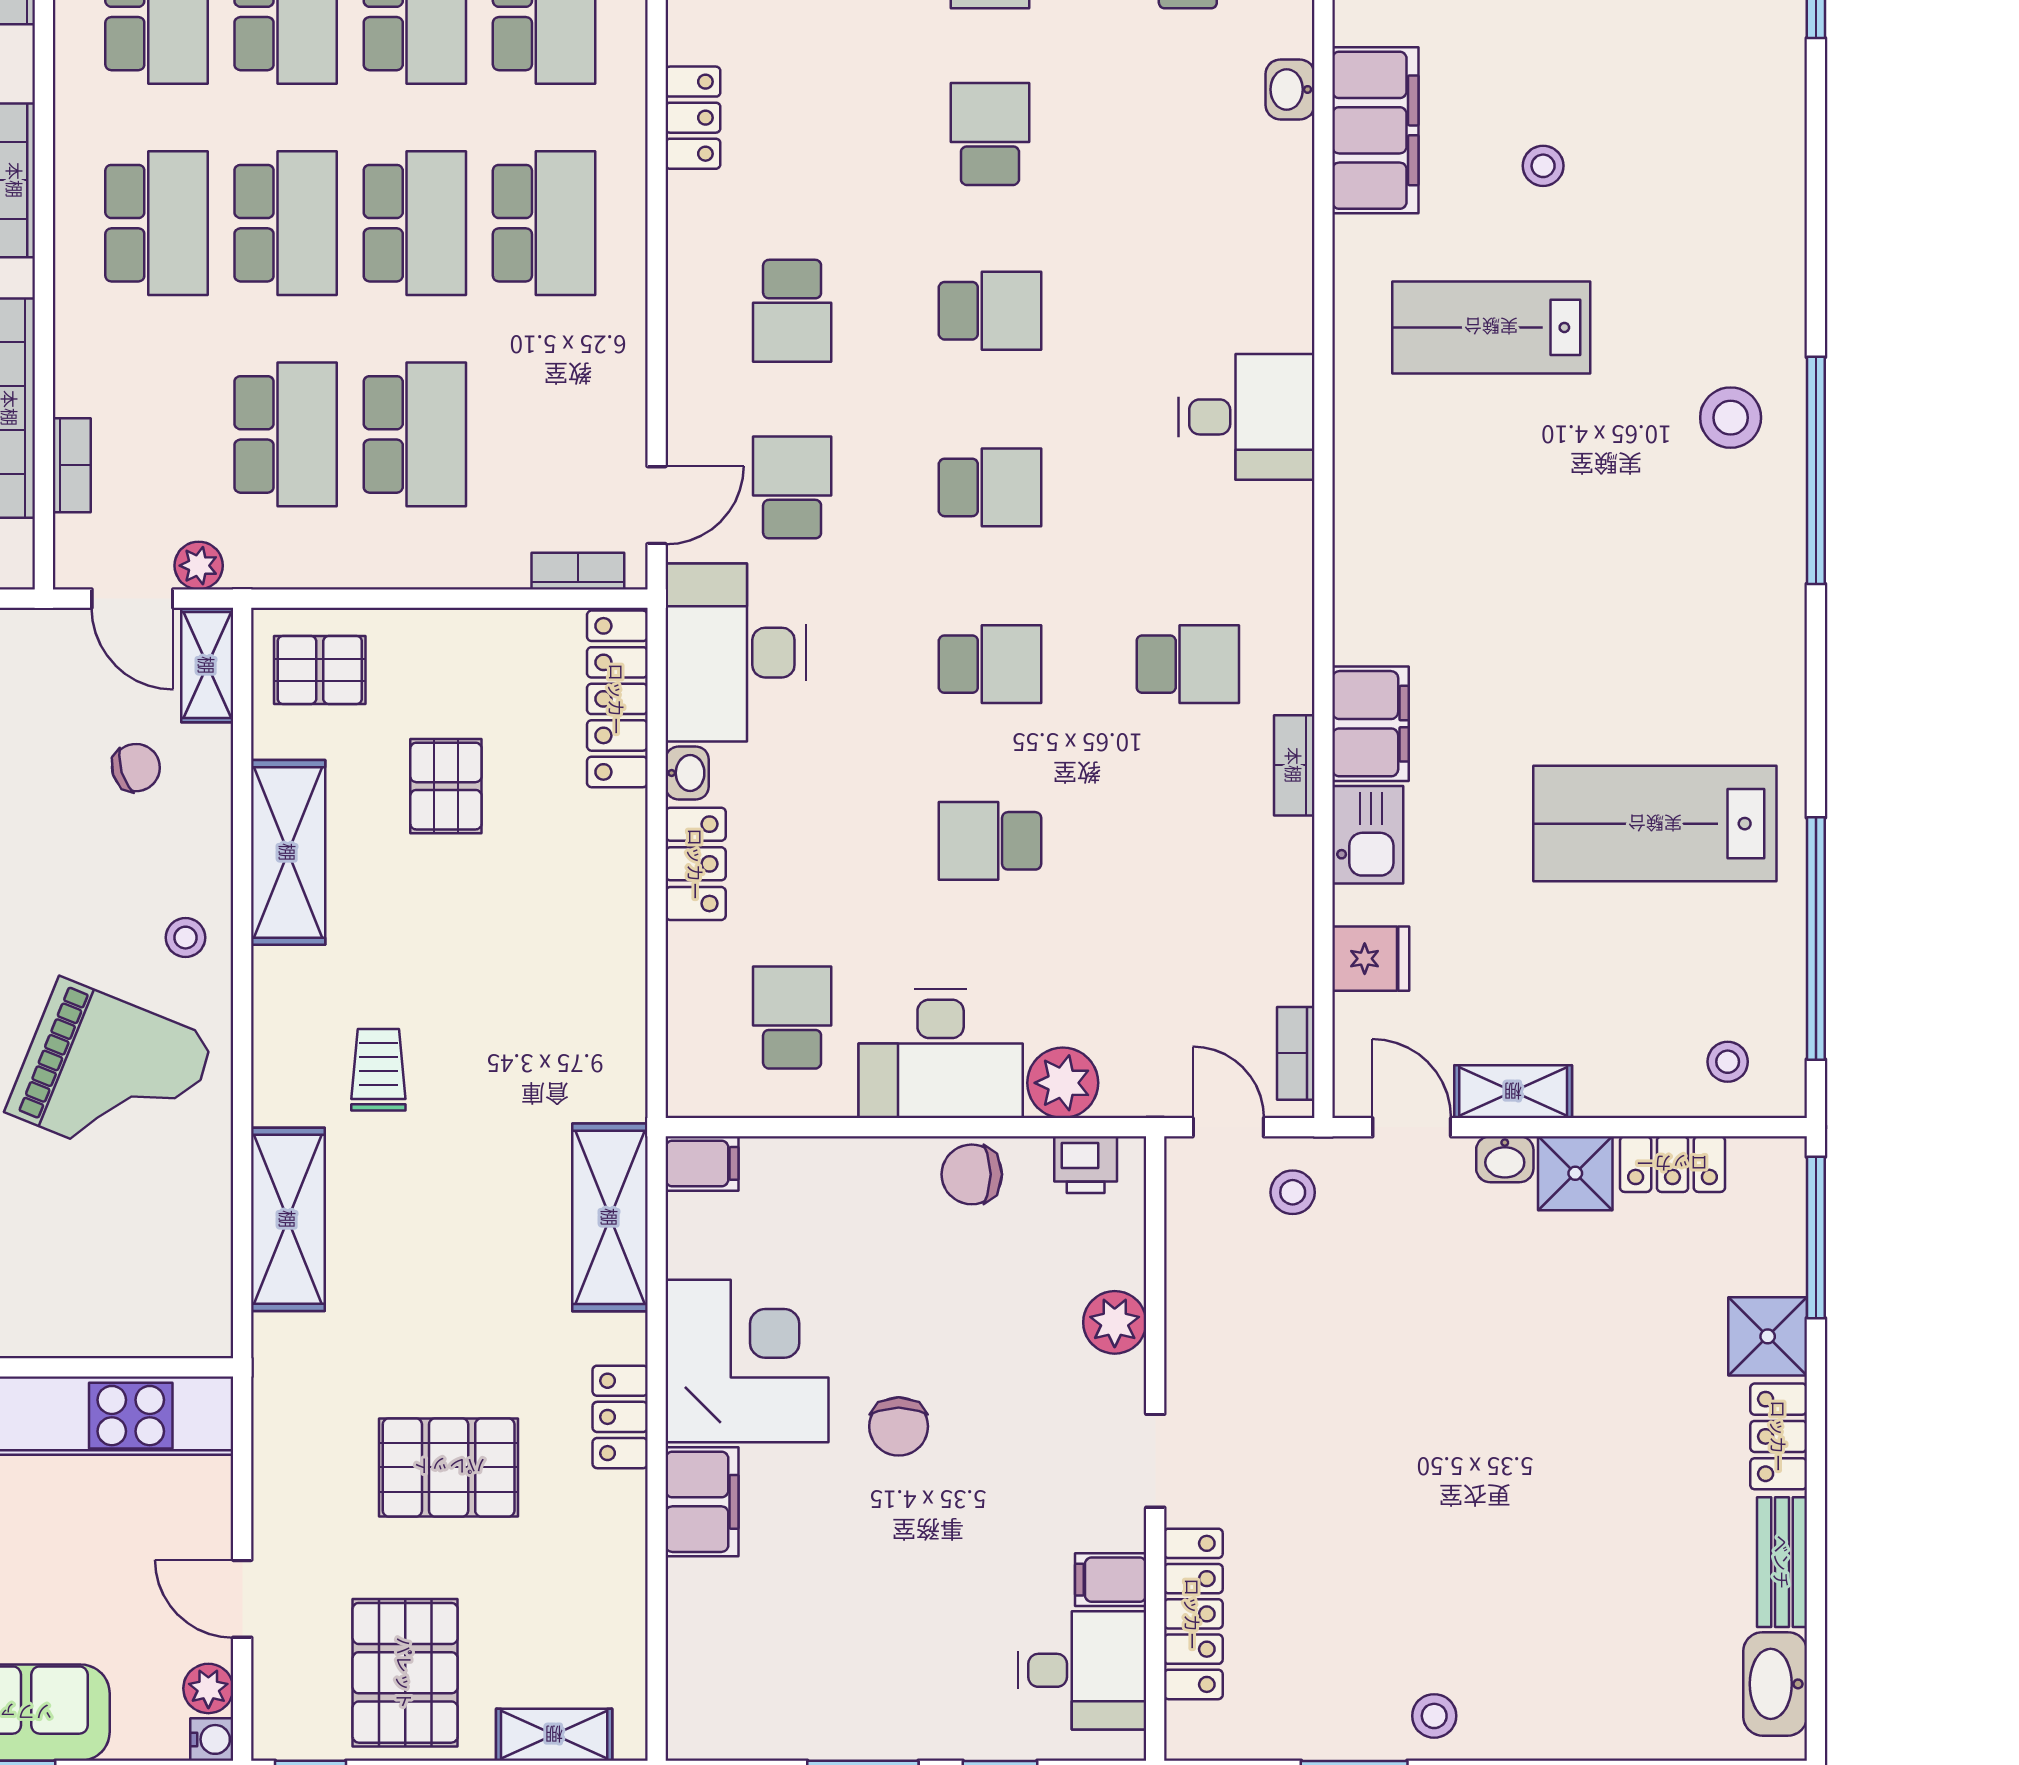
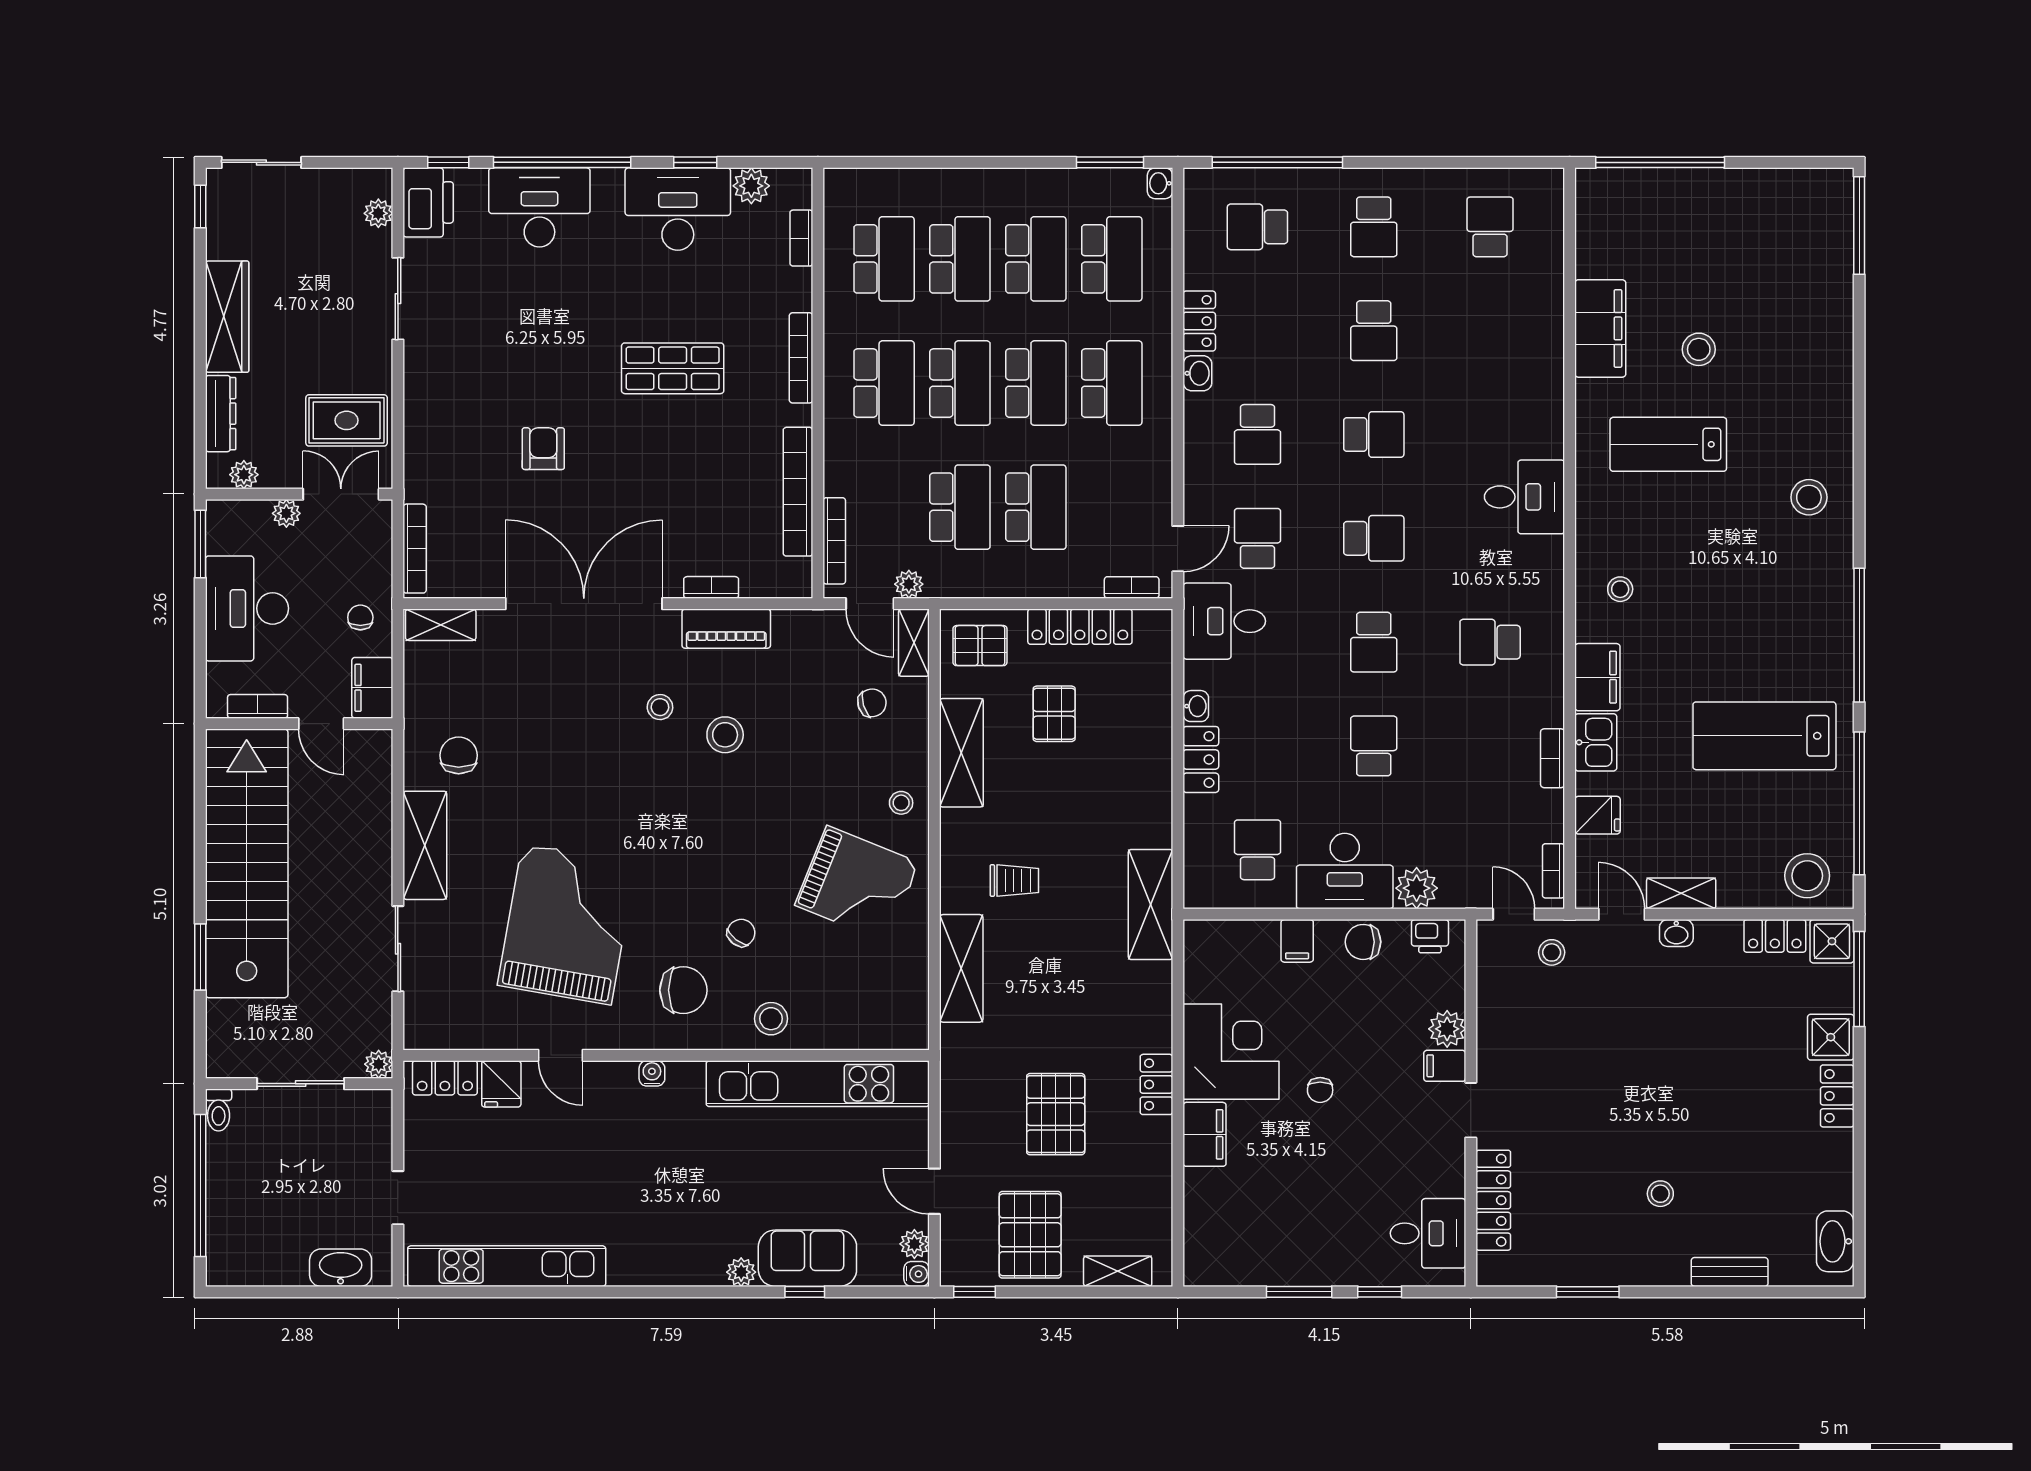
washbasin: (1290, 89) -> (1197, 373), moved, turned 180
school desk: (990, 134) -> (1374, 331), turned 180
stool: (1543, 166) -> (1699, 349), width x1.37, depth x1.37
bookcase: (72, 465) -> (834, 541), width x1.56
window: (1816, 470) -> (1859, 635), moved
stool: (1409, 574) -> (1620, 589), added
desk: (736, 653) -> (1224, 621), width x0.73
school desk: (990, 664) -> (1374, 642), turned 90
school desk: (1188, 664) -> (1490, 642), turned 180
locker: (617, 699) -> (1080, 627), moved, turned -90
bookcase: (1294, 765) -> (1553, 758), moved
school desk: (990, 841) -> (1374, 746), turned 90
stool: (1728, 1062) -> (1807, 876), width x1.89, depth x1.89
trolley: (378, 1070) -> (1014, 880), turned 90
filing cabinet: (702, 1163) -> (1297, 941), moved, turned 90
shower: (1575, 1173) -> (1832, 941), moved
shelving: (610, 1217) -> (1151, 905), moved
chair: (899, 1426) -> (1320, 1090), width x0.73, depth x0.73
pallet: (449, 1467) -> (1056, 1114), turned 90
bench: (1782, 1562) -> (1730, 1272), moved, turned 90
filing cabinet: (1111, 1580) -> (1445, 1066), moved
stool: (1434, 1716) -> (1660, 1194), moved

